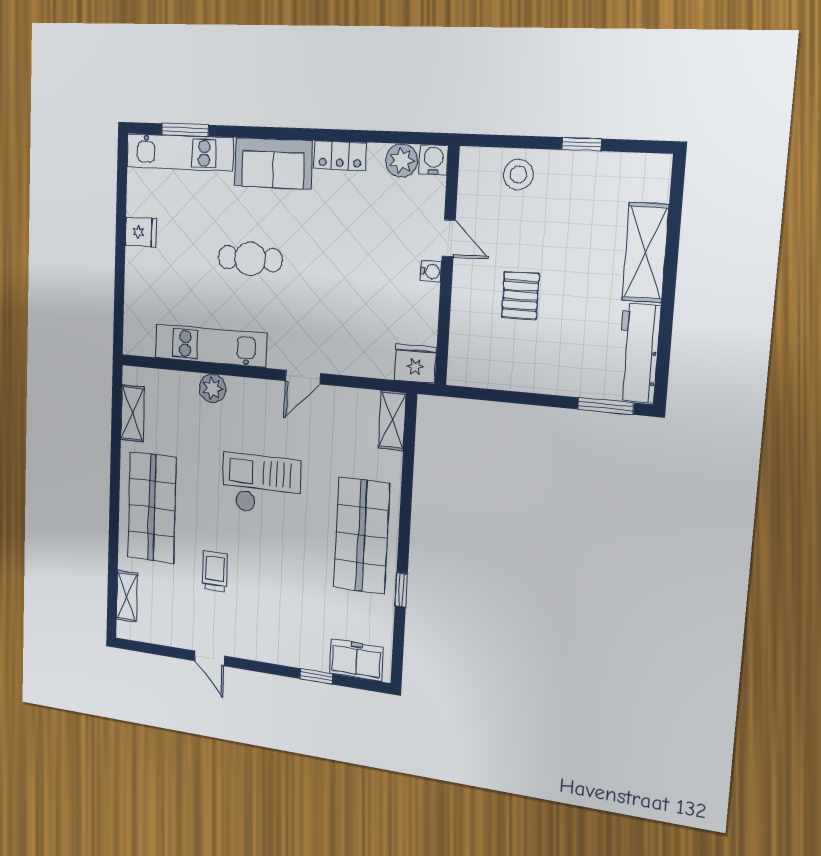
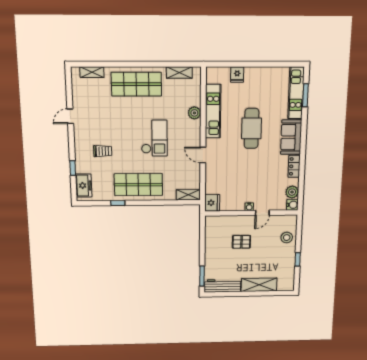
fridge: (141, 232) -> (237, 75), moved
cafe table: (250, 259) -> (252, 128), width x1.37, depth x1.35
trolley: (215, 571) -> (103, 151), moved

